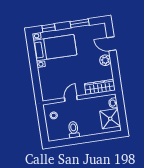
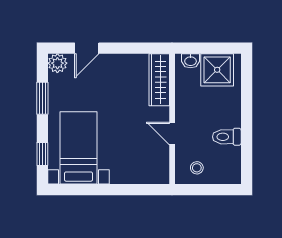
plant: (105, 60) -> (57, 63), moved

